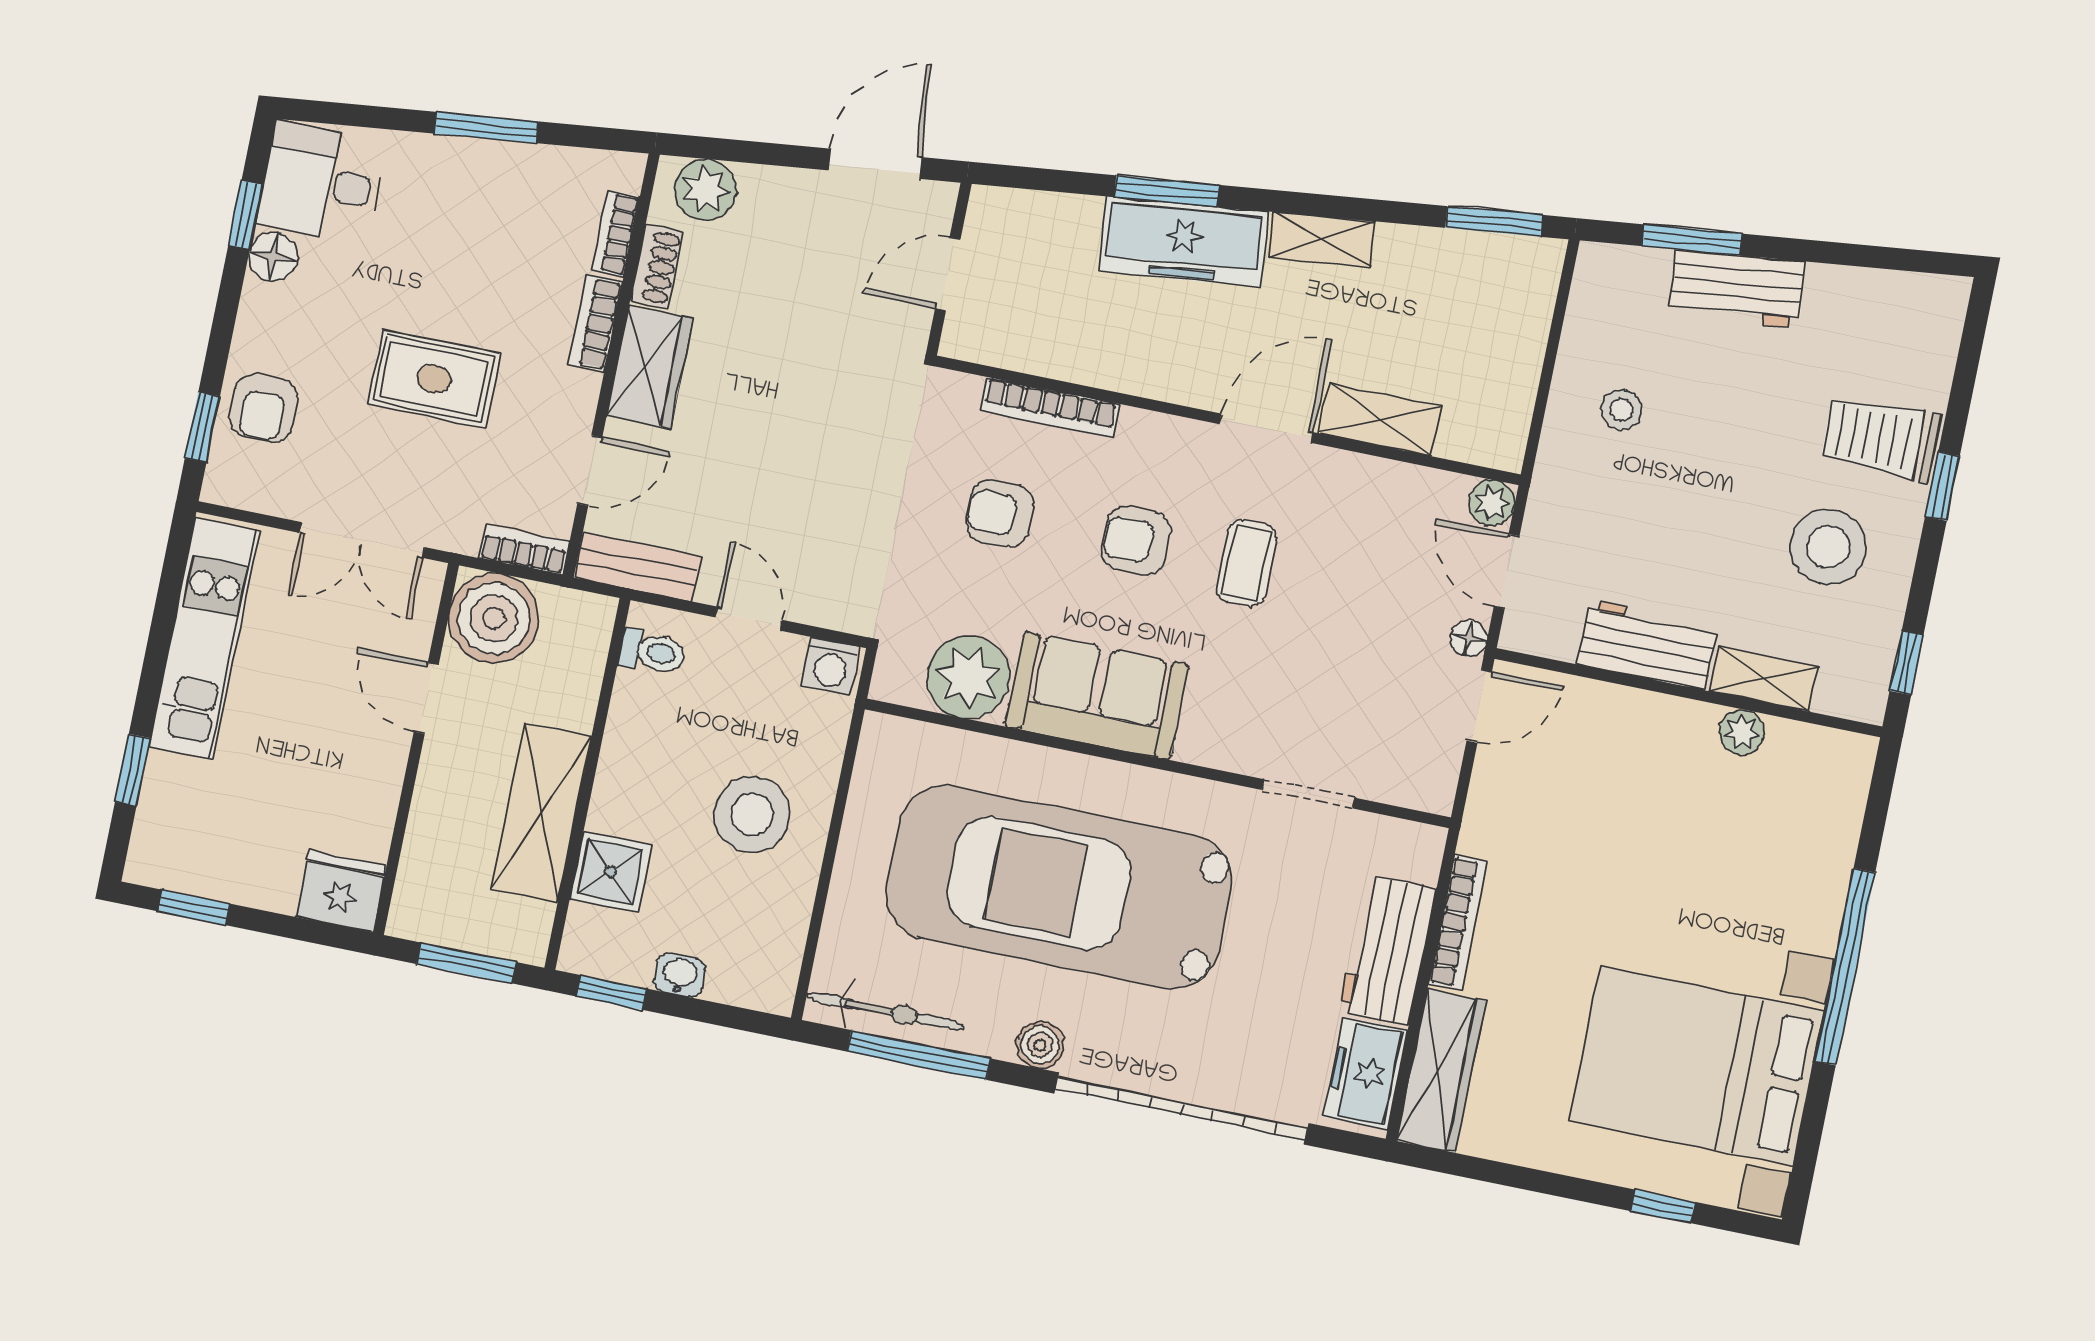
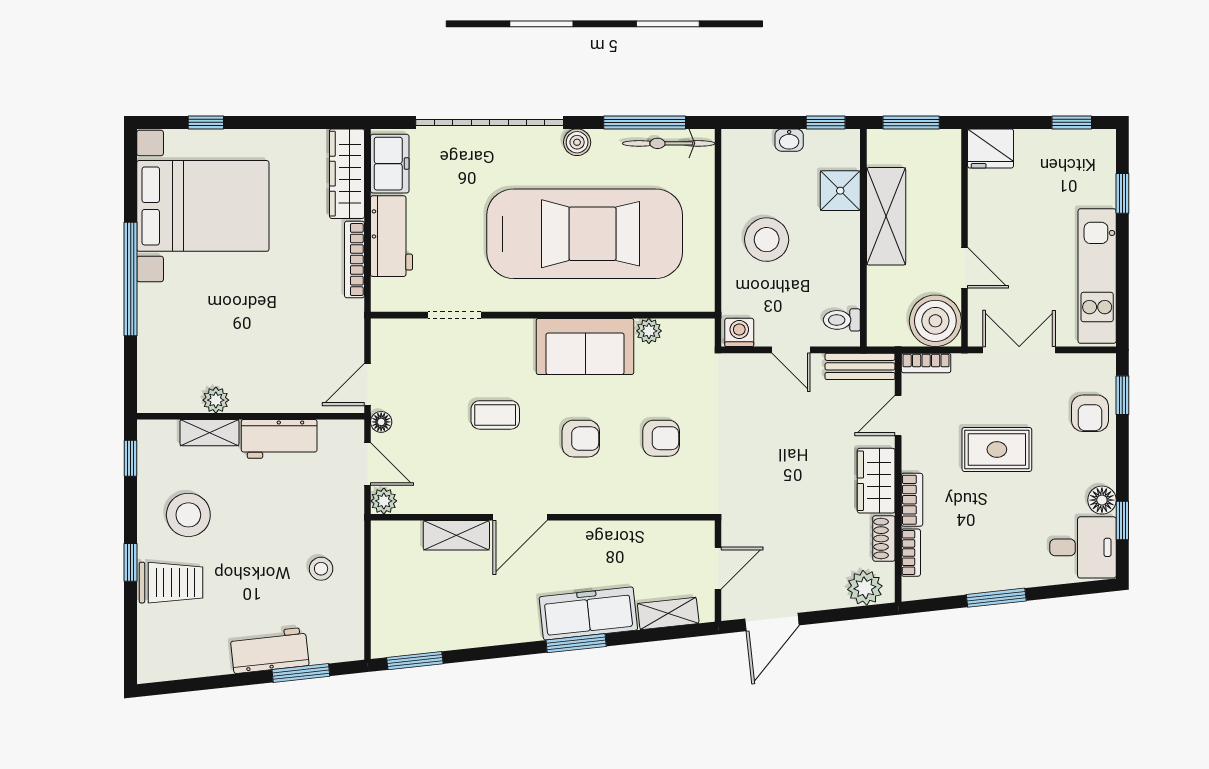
window: (1167, 191) -> (576, 643), moved
shelving: (1322, 239) -> (668, 613), moved
bookcase: (1050, 407) -> (645, 504), removed
armchair: (264, 408) -> (1090, 413), turned 180
coffee table: (1247, 563) -> (495, 415), moved, turned 90
plant: (968, 677) -> (649, 331), width x0.53, depth x0.53

